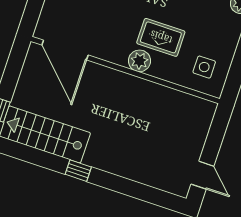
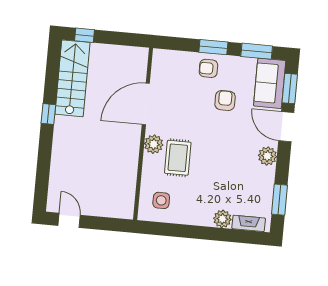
door: (65, 50) -> (146, 104), moved
door: (202, 175) -> (69, 220), swing flipped

